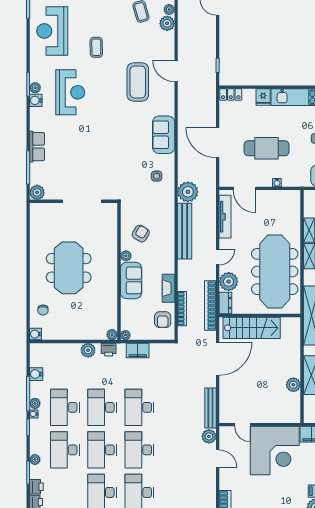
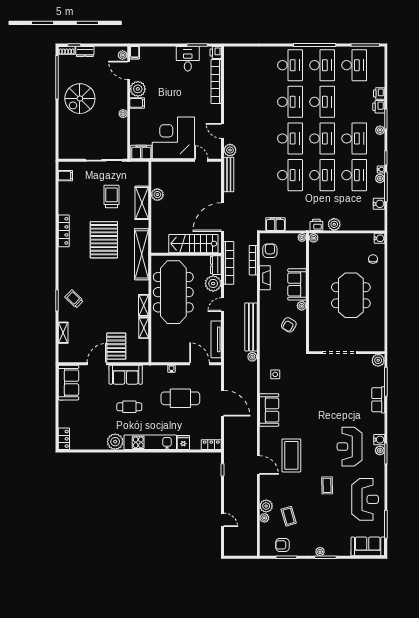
plant: (188, 192) -> (252, 357), width x0.53, depth x0.53
filing cabinet: (138, 350) -> (275, 224), moved

